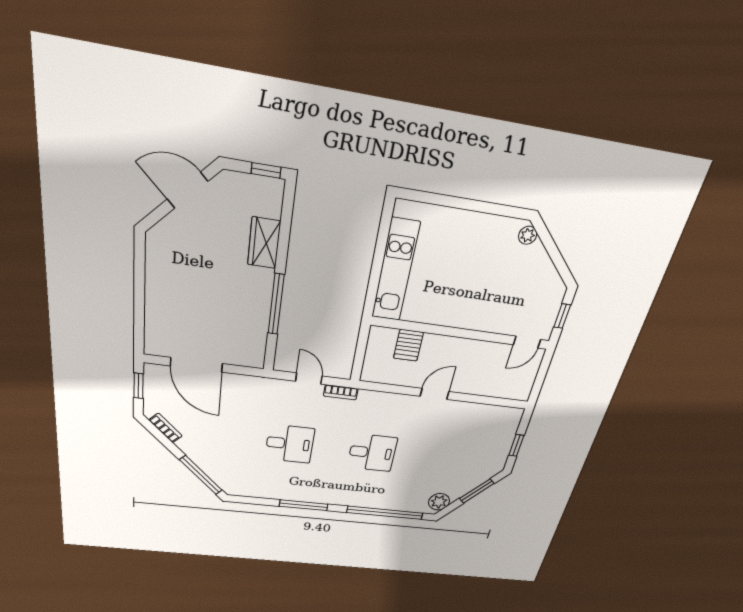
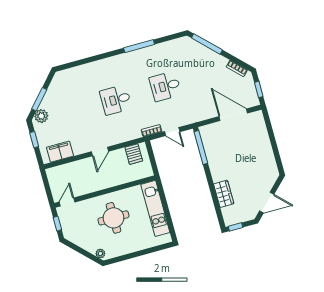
round table: (472, 286) -> (113, 218), added
window: (276, 304) -> (201, 147), moved
server rack: (408, 345) -> (134, 154), moved, turned 180
filing cabinet: (492, 416) -> (60, 152), added
plant: (439, 502) -> (41, 116), moved
window: (385, 513) -> (87, 60), removed

